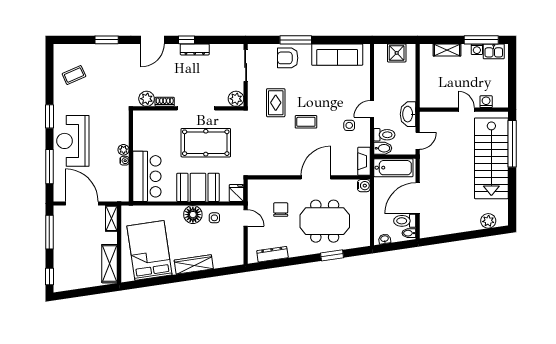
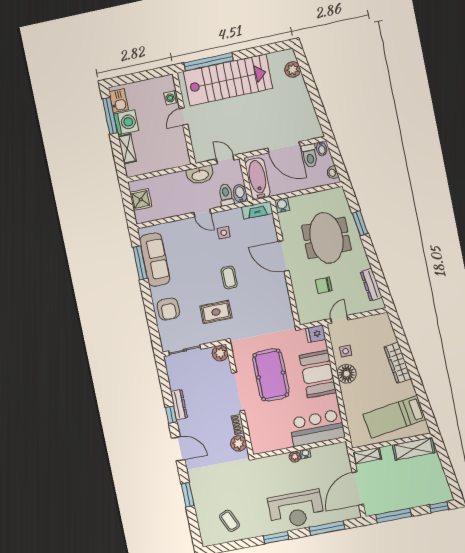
window: (296, 40) -> (140, 263), moved
washing machine: (477, 49) -> (126, 122), width x1.89, depth x1.89
bed: (149, 250) -> (394, 417), width x0.67

